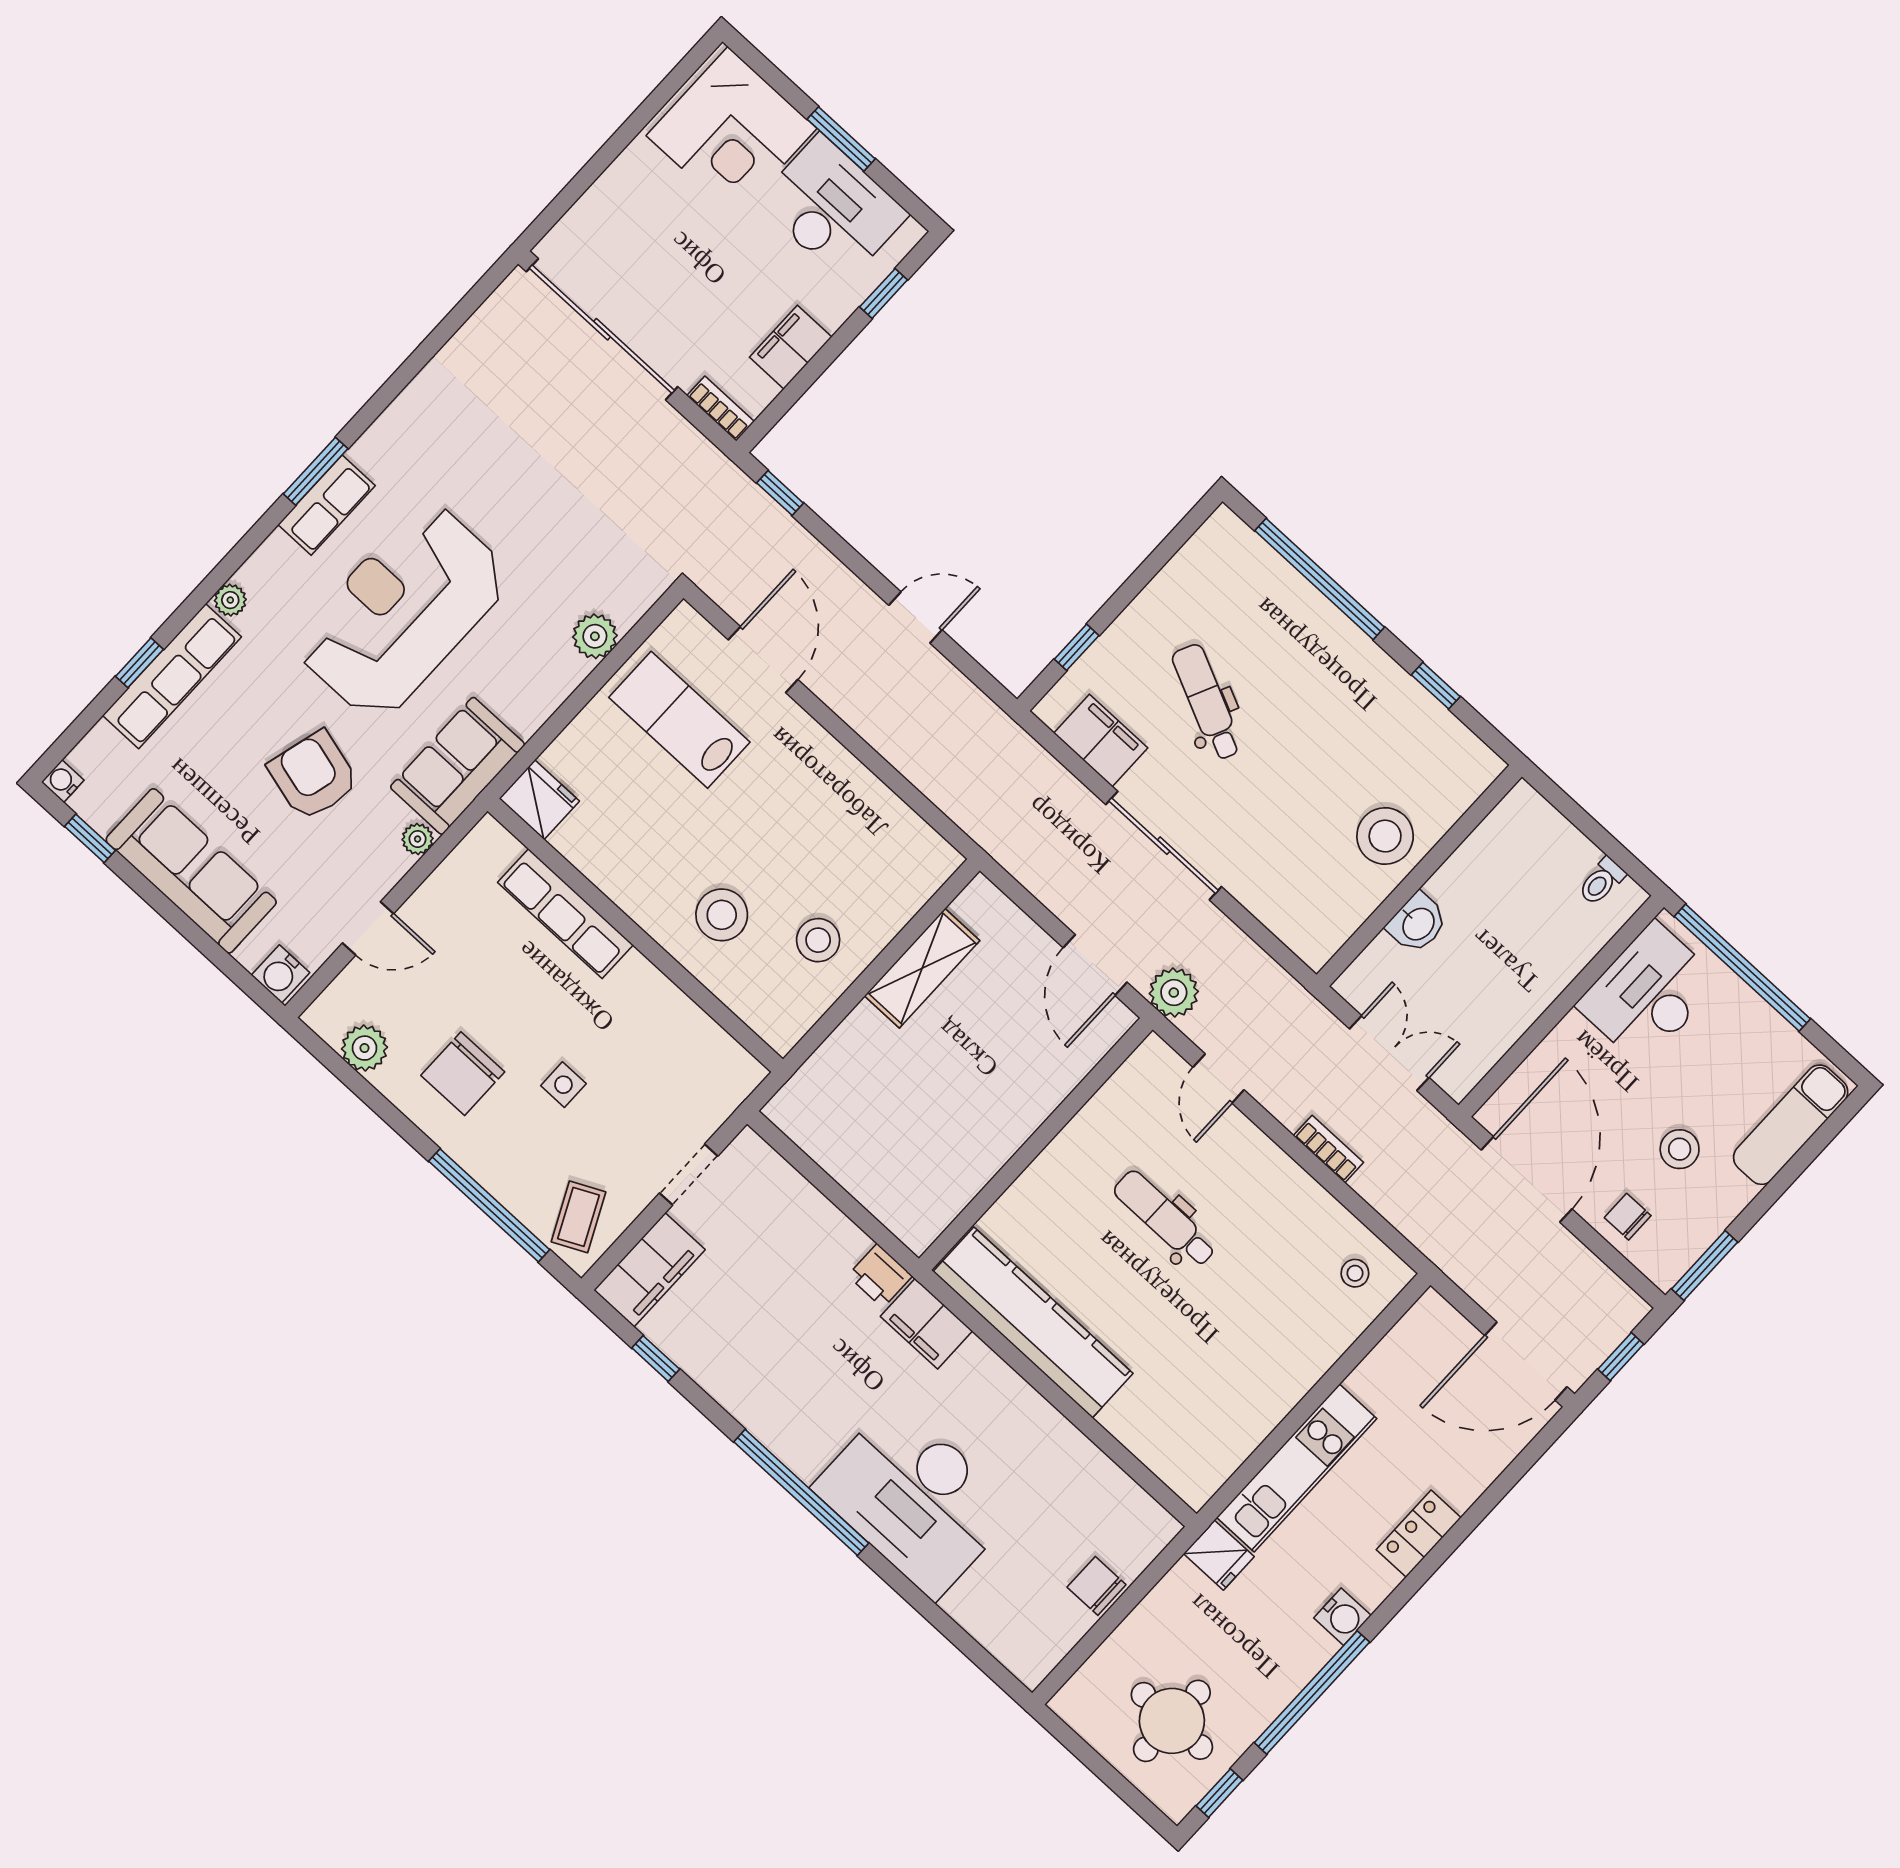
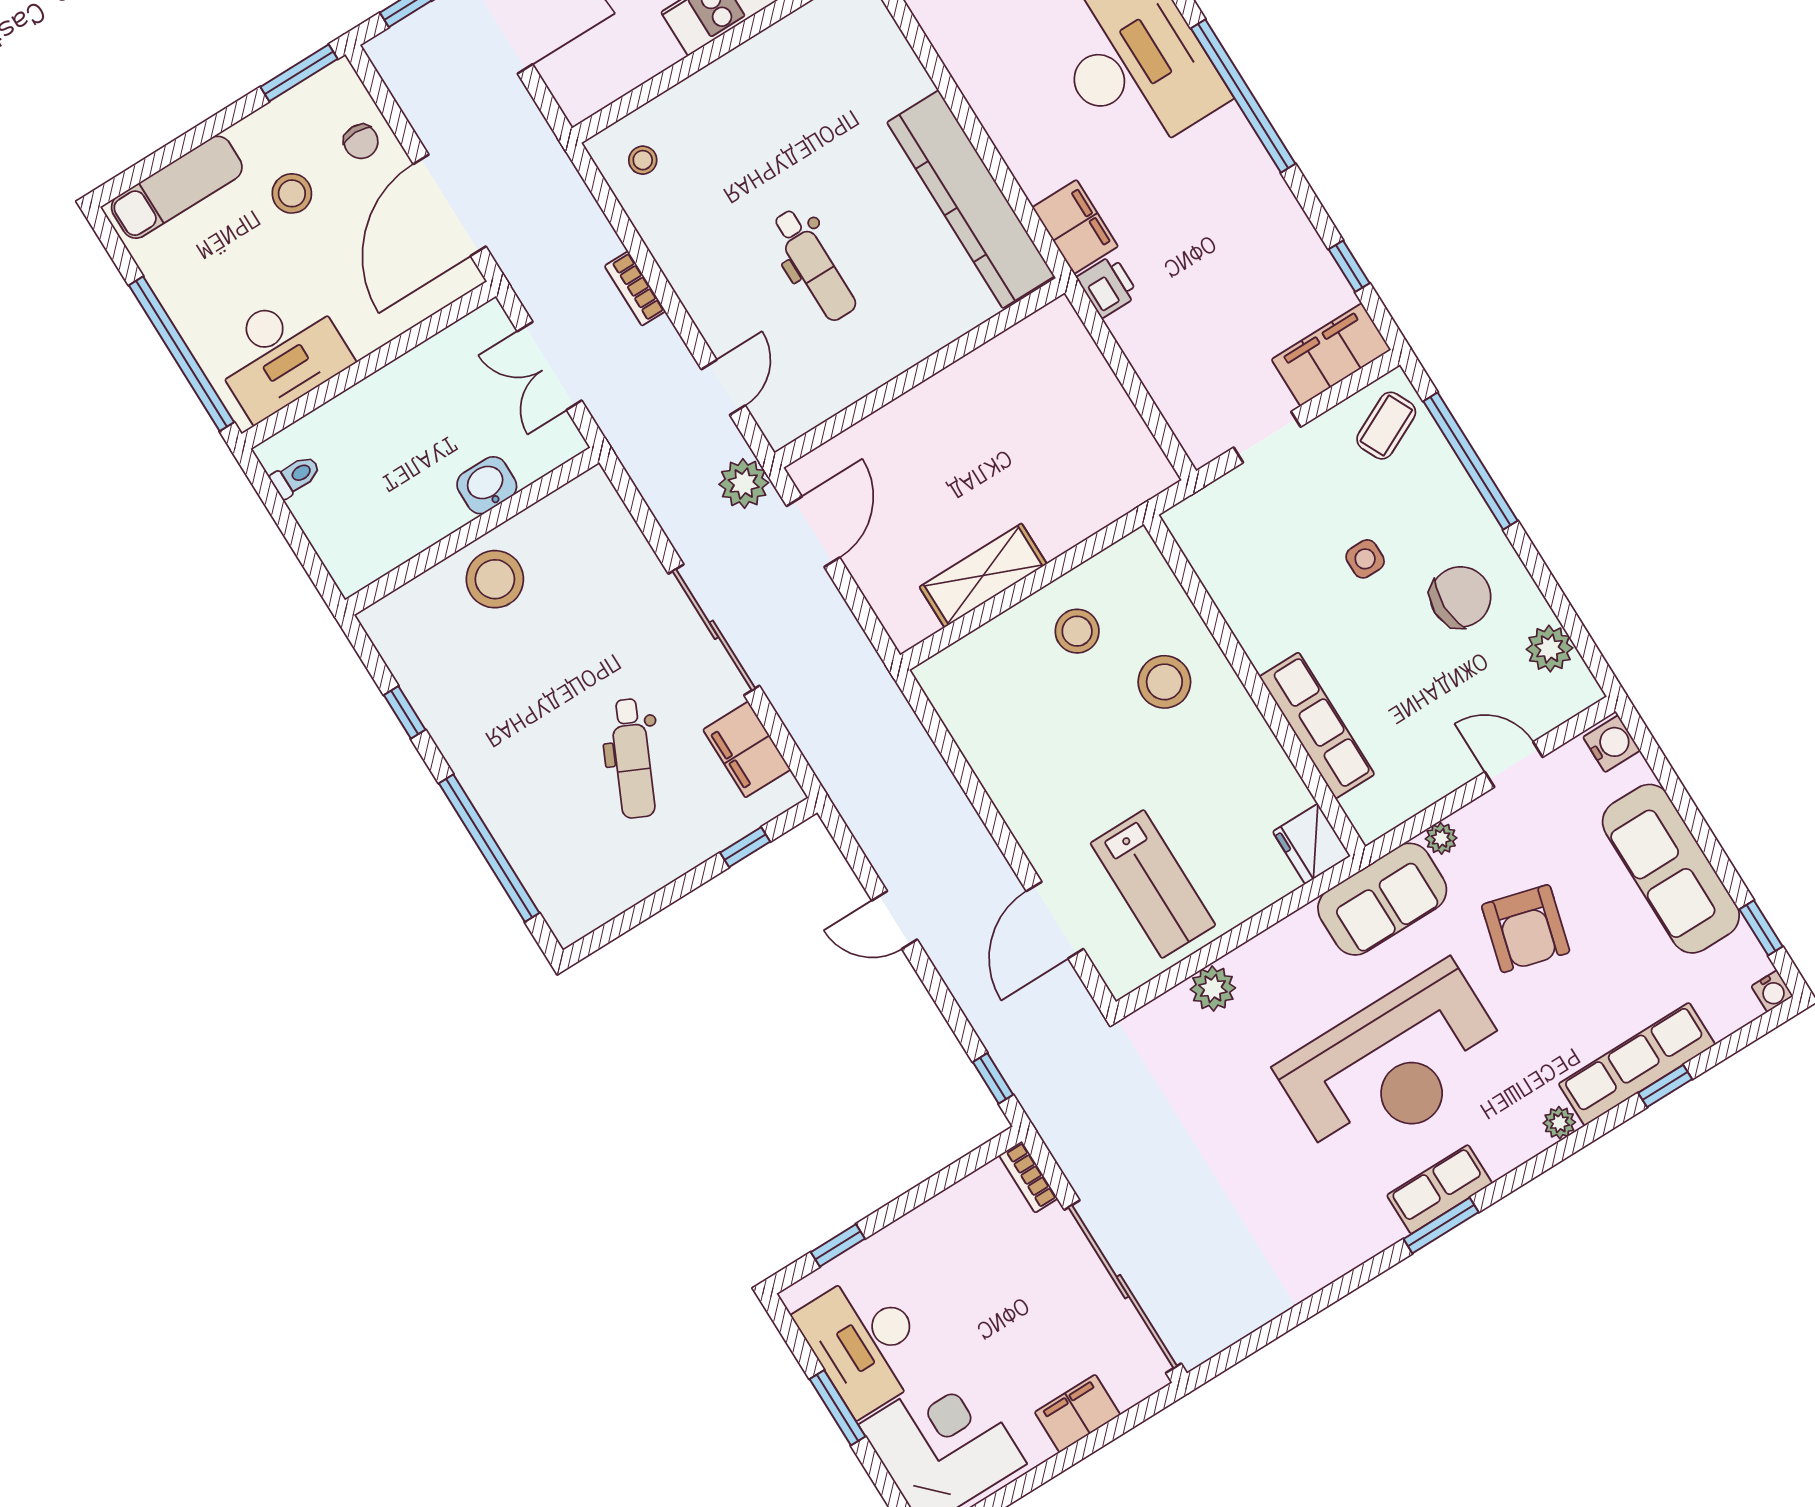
filing cabinet: (791, 347) -> (1078, 1413), moved, turned 180

